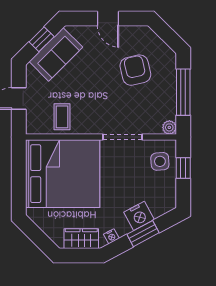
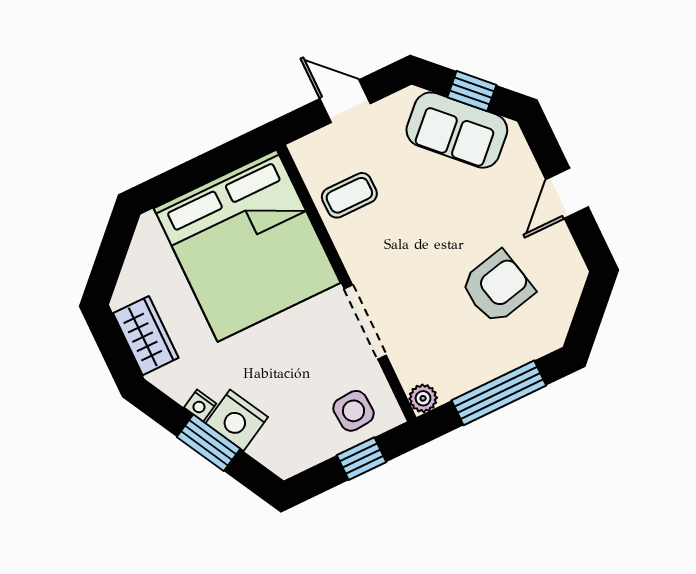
nightstand: (111, 236) -> (200, 406), moved

